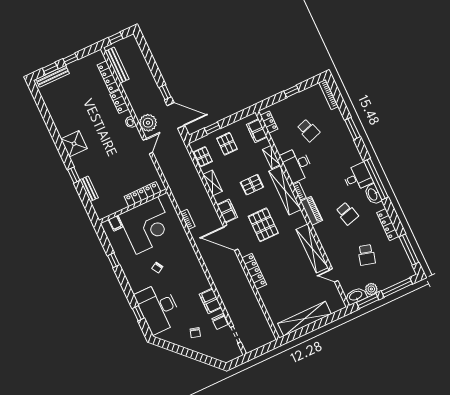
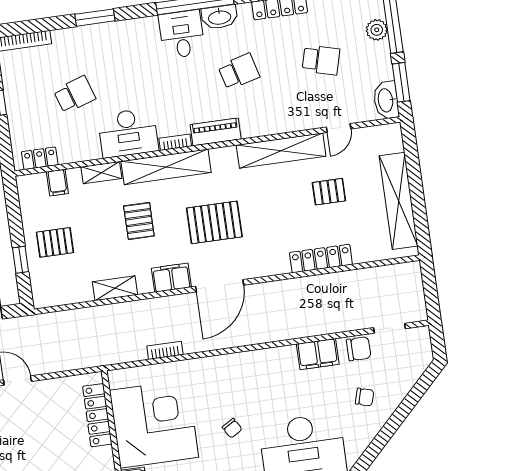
filing cabinet: (257, 131) -> (57, 183), width x0.50
pallet: (203, 157) -> (329, 192), moved
locker: (254, 271) -> (321, 259), moved
plant: (371, 289) -> (377, 30), moved

